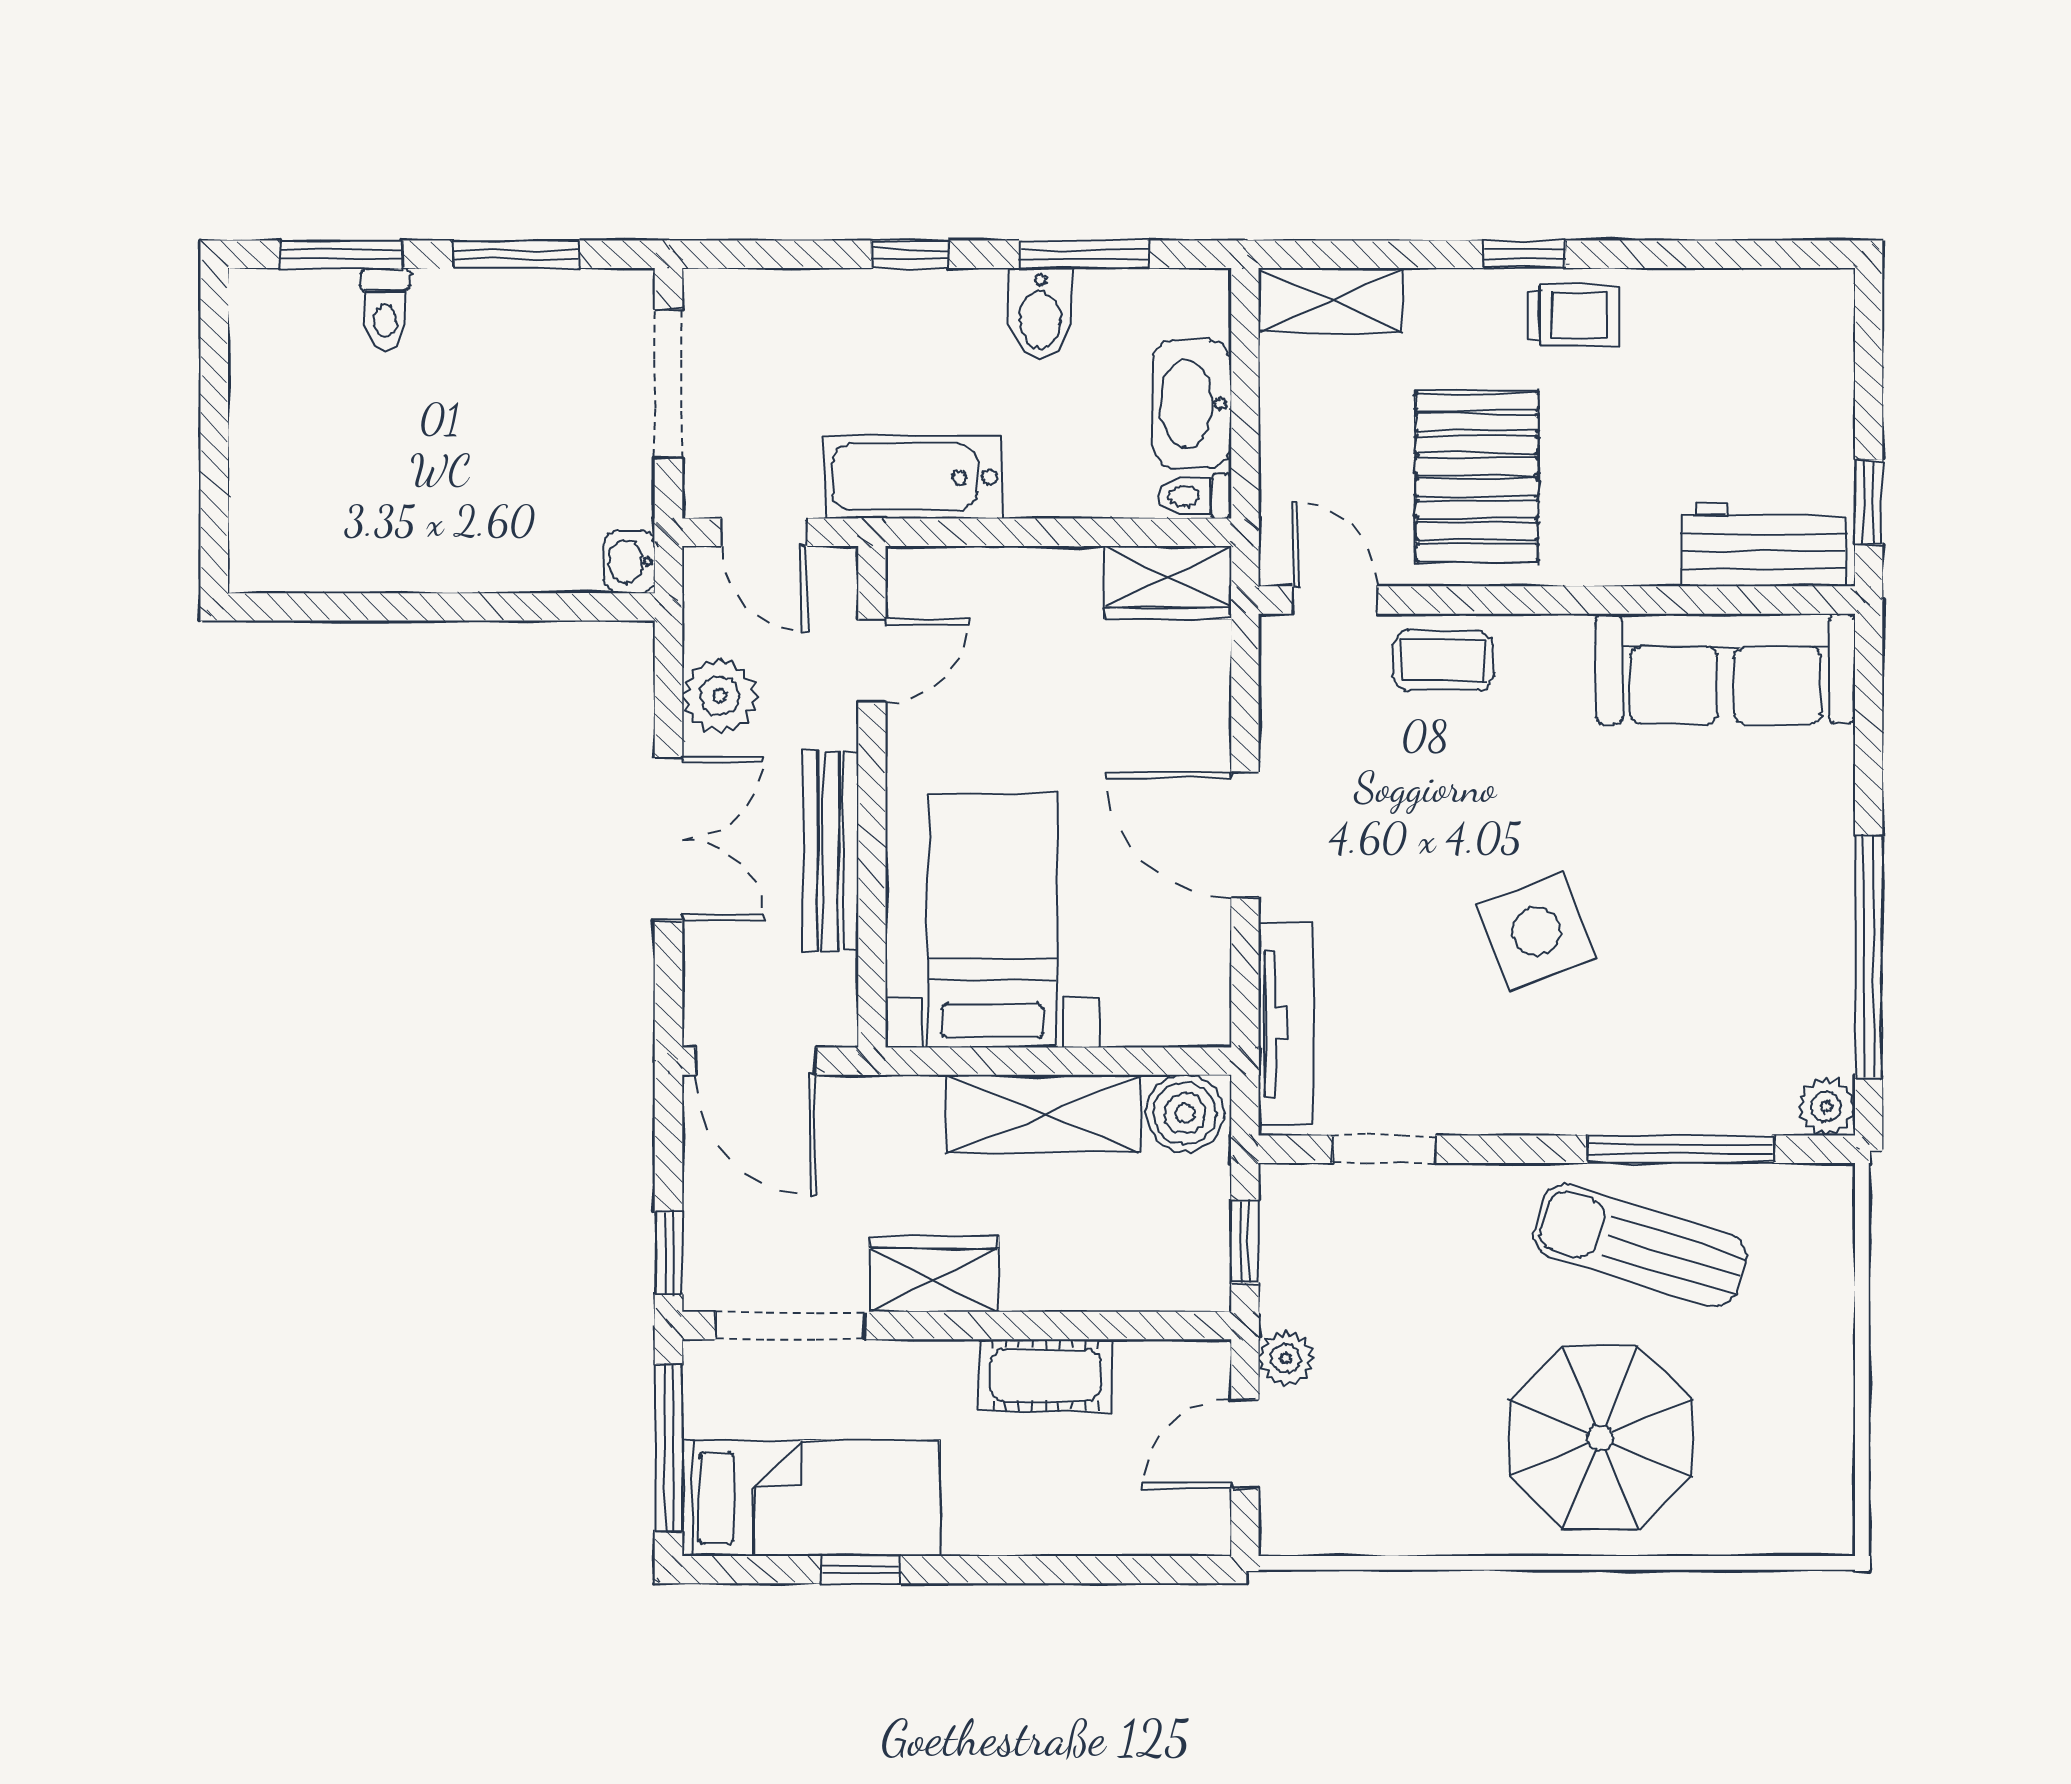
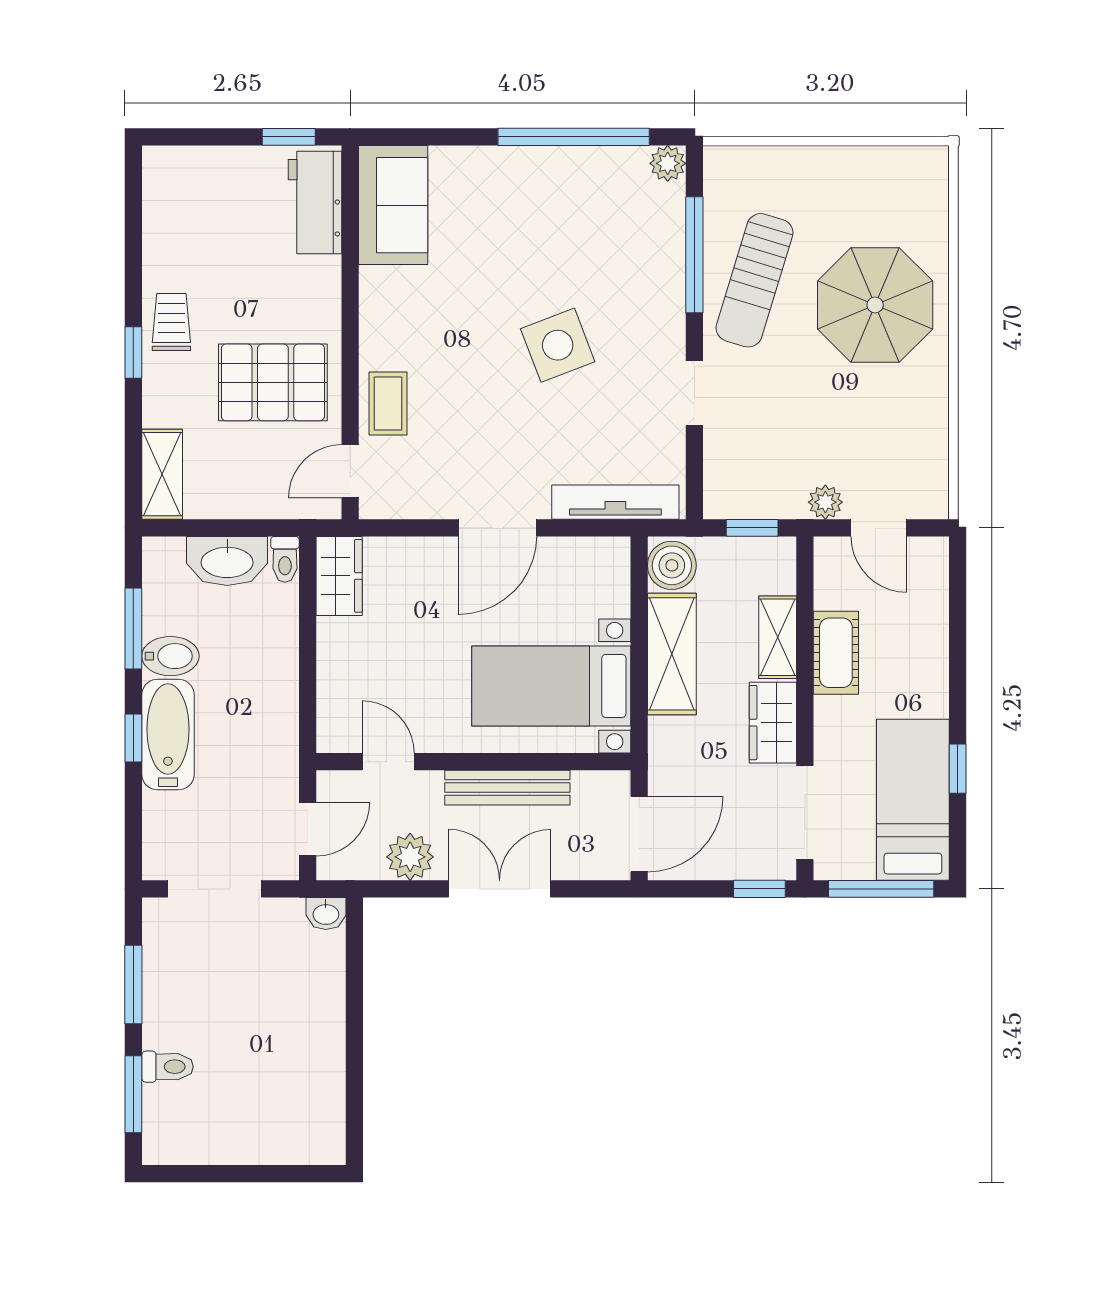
bathtub: (914, 477) -> (168, 735), moved, turned 180
sofa: (1725, 669) -> (393, 205), width x0.73
doorway: (1384, 1149) -> (694, 393), moved
shelving: (1070, 1282) -> (778, 637), added

